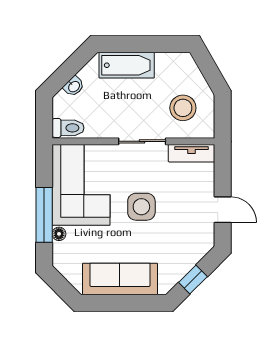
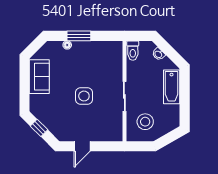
tv unit: (191, 153) -> (117, 127), removed
corner sofa: (81, 185) -> (97, 59), removed
window: (44, 215) -> (79, 36), width x0.69
sofa: (120, 279) -> (39, 77), width x0.73

